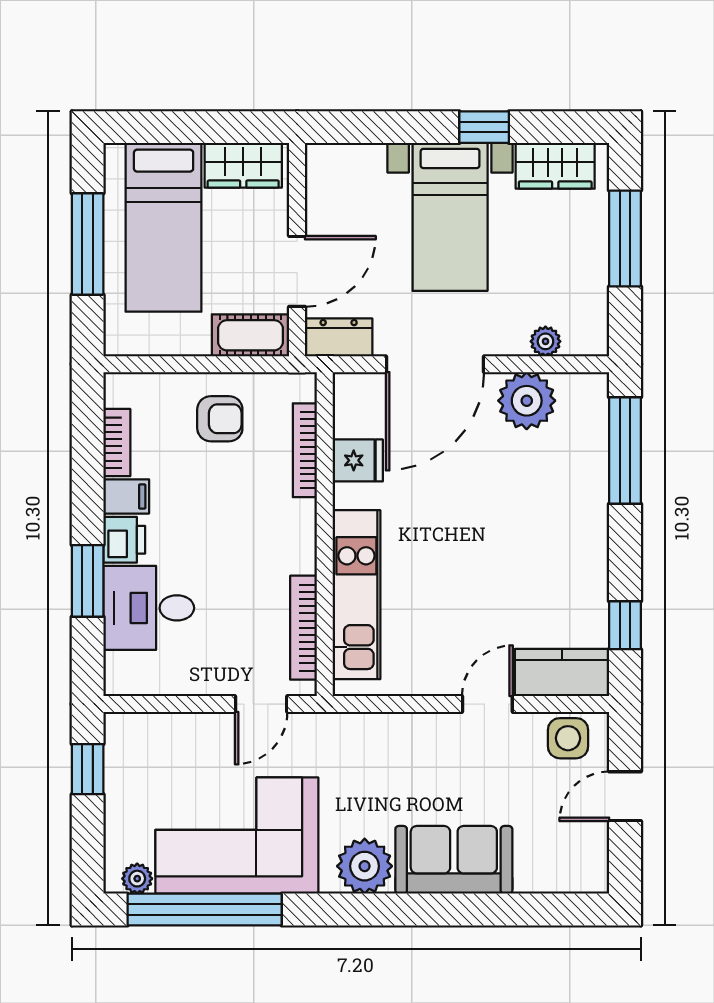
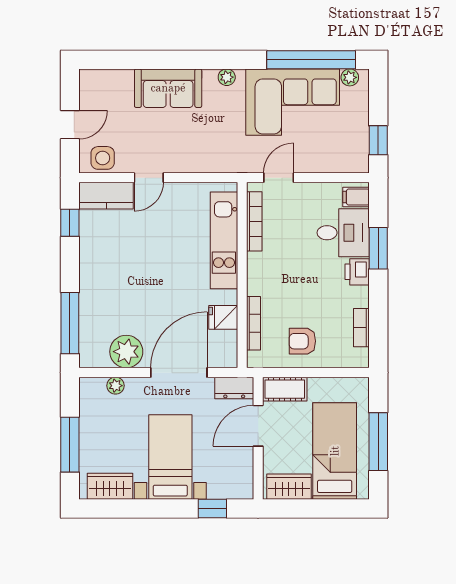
window: (484, 127) -> (212, 509), moved
filing cabinet: (126, 496) -> (356, 197), moved
plant: (365, 866) -> (227, 77), width x0.53, depth x0.53

